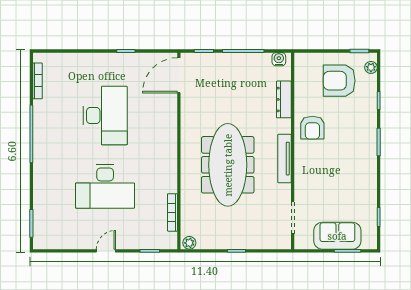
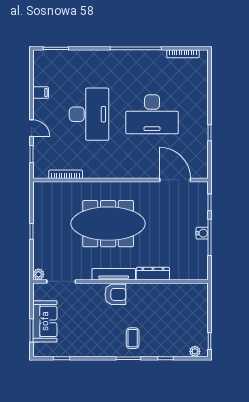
water cooler: (279, 59) -> (202, 233), moved
door: (179, 75) -> (175, 180), moved
armchair: (339, 81) -> (183, 323), removed
dresser: (284, 99) -> (153, 274), moved
armchair: (312, 128) -> (115, 294), moved, turned 180
coffee table: (356, 137) -> (133, 338), added
desk: (105, 186) -> (89, 114), turned 180
filing cabinet: (81, 241) -> (41, 93), added
plant: (189, 243) -> (38, 274), moved
door: (106, 251) -> (31, 128), moved

